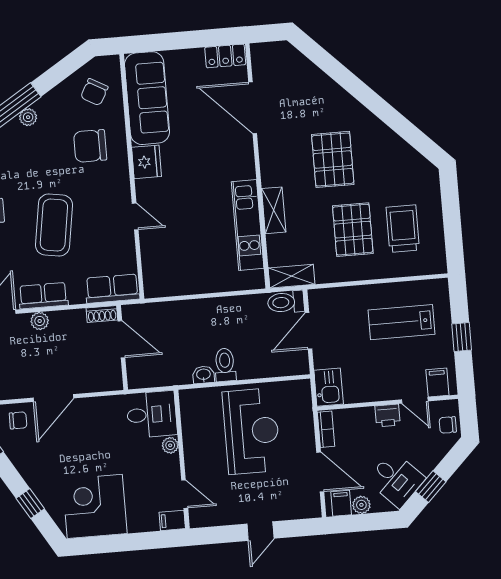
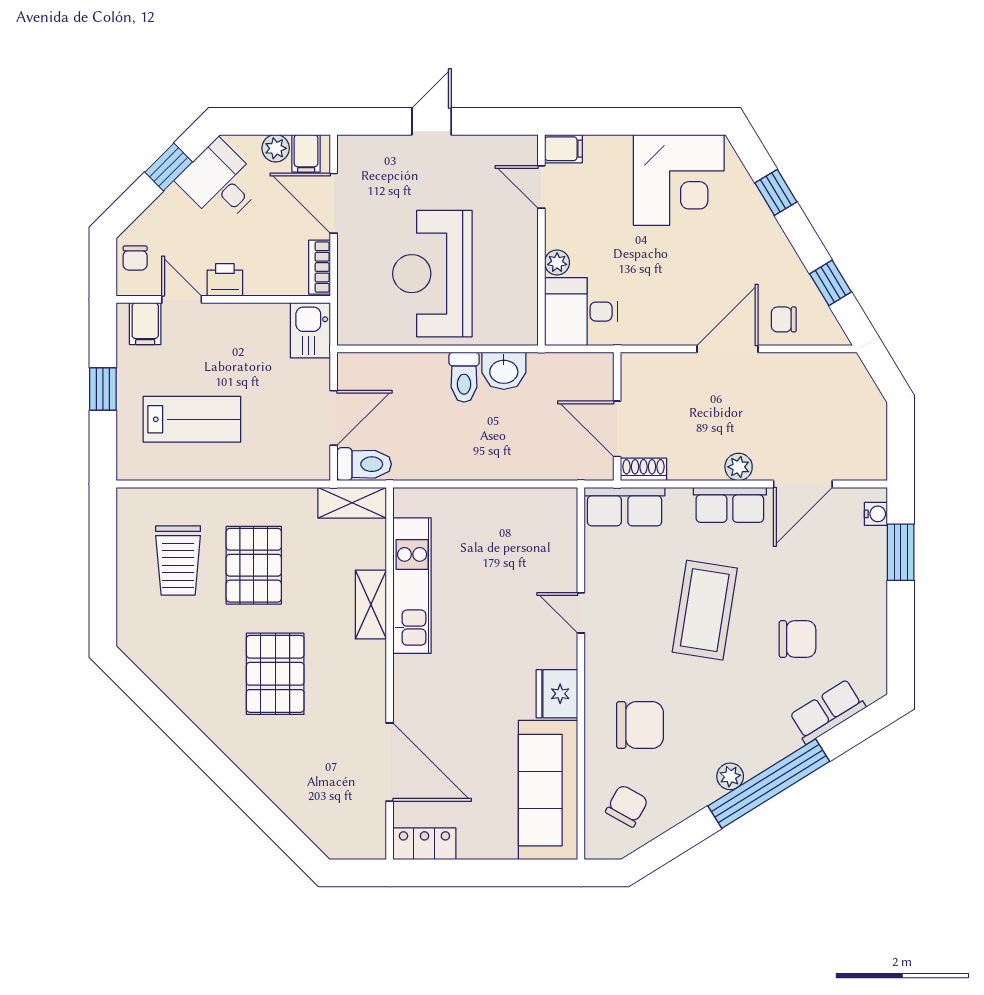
washbasin: (203, 375) -> (504, 371), width x1.38, depth x1.45
chair: (448, 425) -> (135, 258), turned 90

